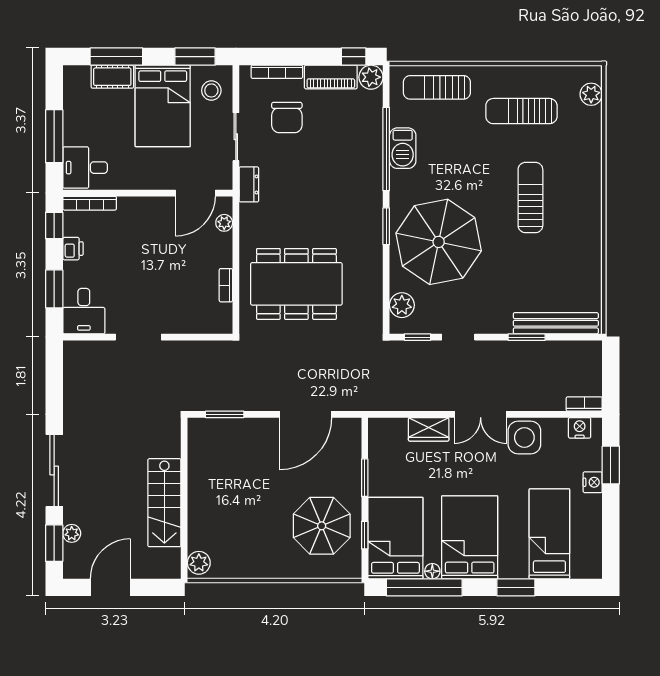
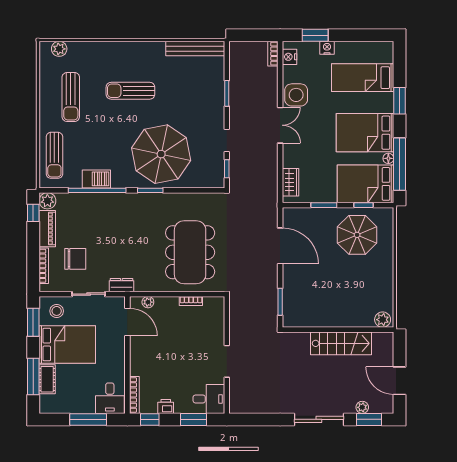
plant: (402, 305) -> (205, 179), removed
bench: (556, 323) -> (195, 49), moved, turned 90
wardrobe: (429, 429) -> (290, 182), moved

